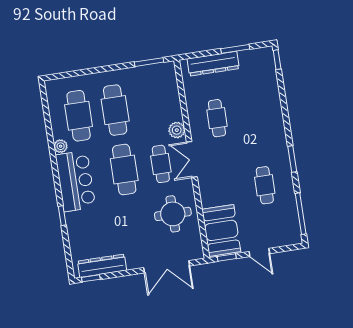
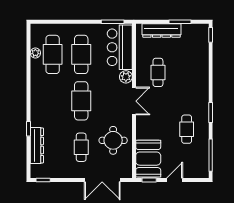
plant: (61, 146) -> (35, 53), moved
double door: (192, 159) -> (134, 101), swing flipped
cafe table: (161, 164) -> (81, 147), moved
bar counter: (75, 181) -> (120, 47), moved, turned 180
door: (259, 253) -> (175, 180), swing flipped
dresser: (102, 266) -> (37, 145), moved, turned 90

